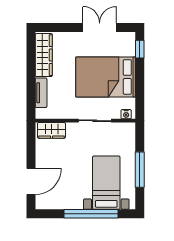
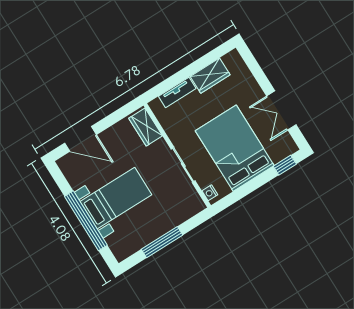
double door: (100, 27) -> (281, 110), swing flipped
wardrobe: (44, 55) -> (210, 76), width x0.67
bed with nightstands: (106, 183) -> (116, 198), moved

